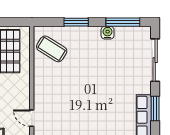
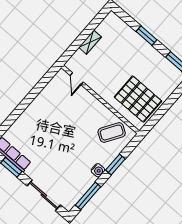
water cooler: (108, 33) -> (98, 170), moved
door: (32, 118) -> (77, 79), swing flipped

